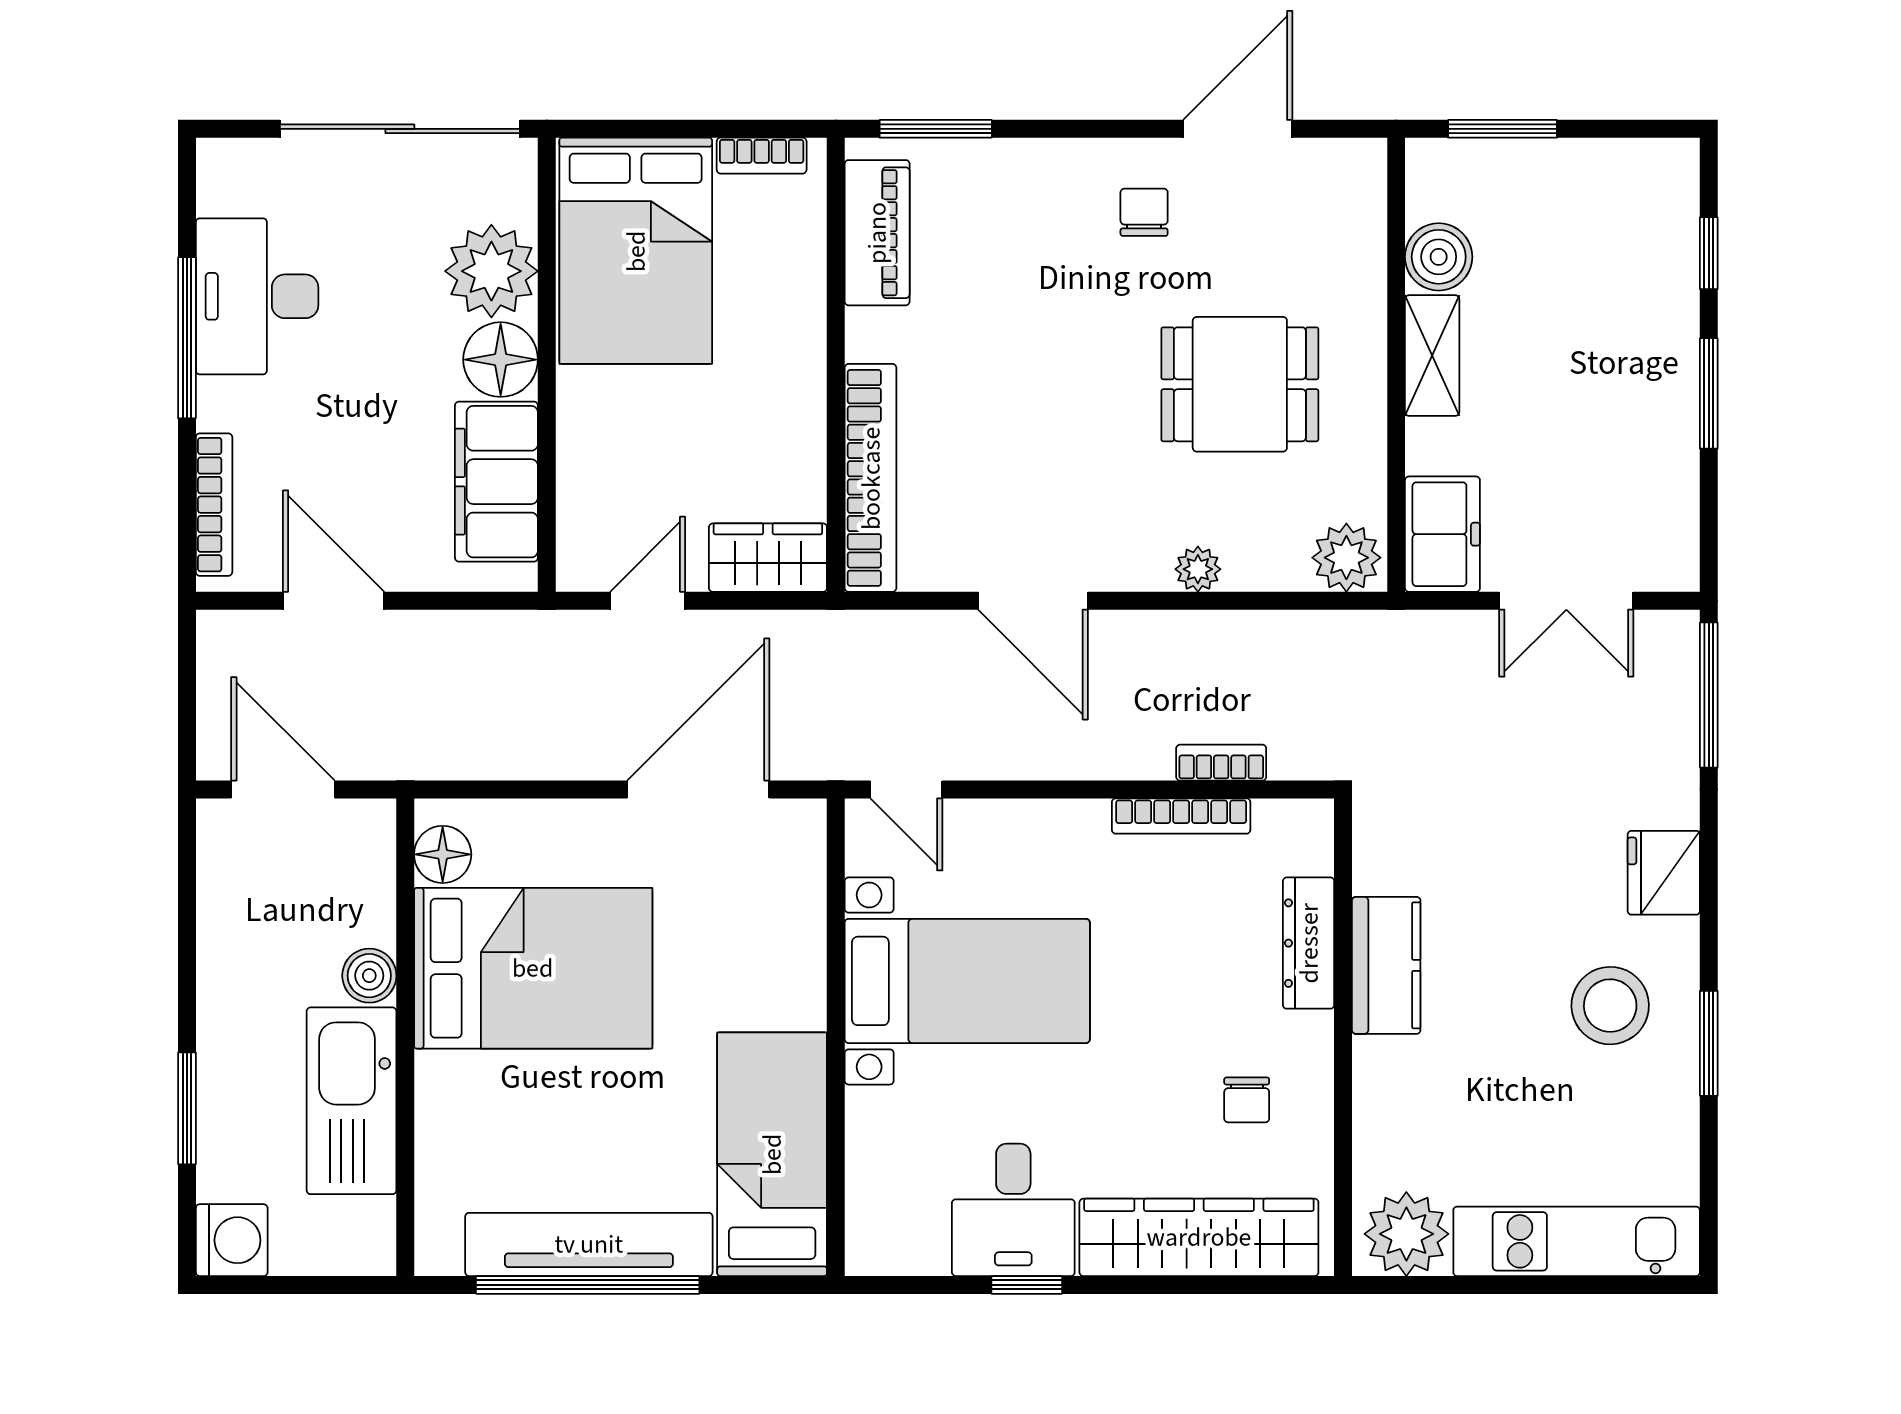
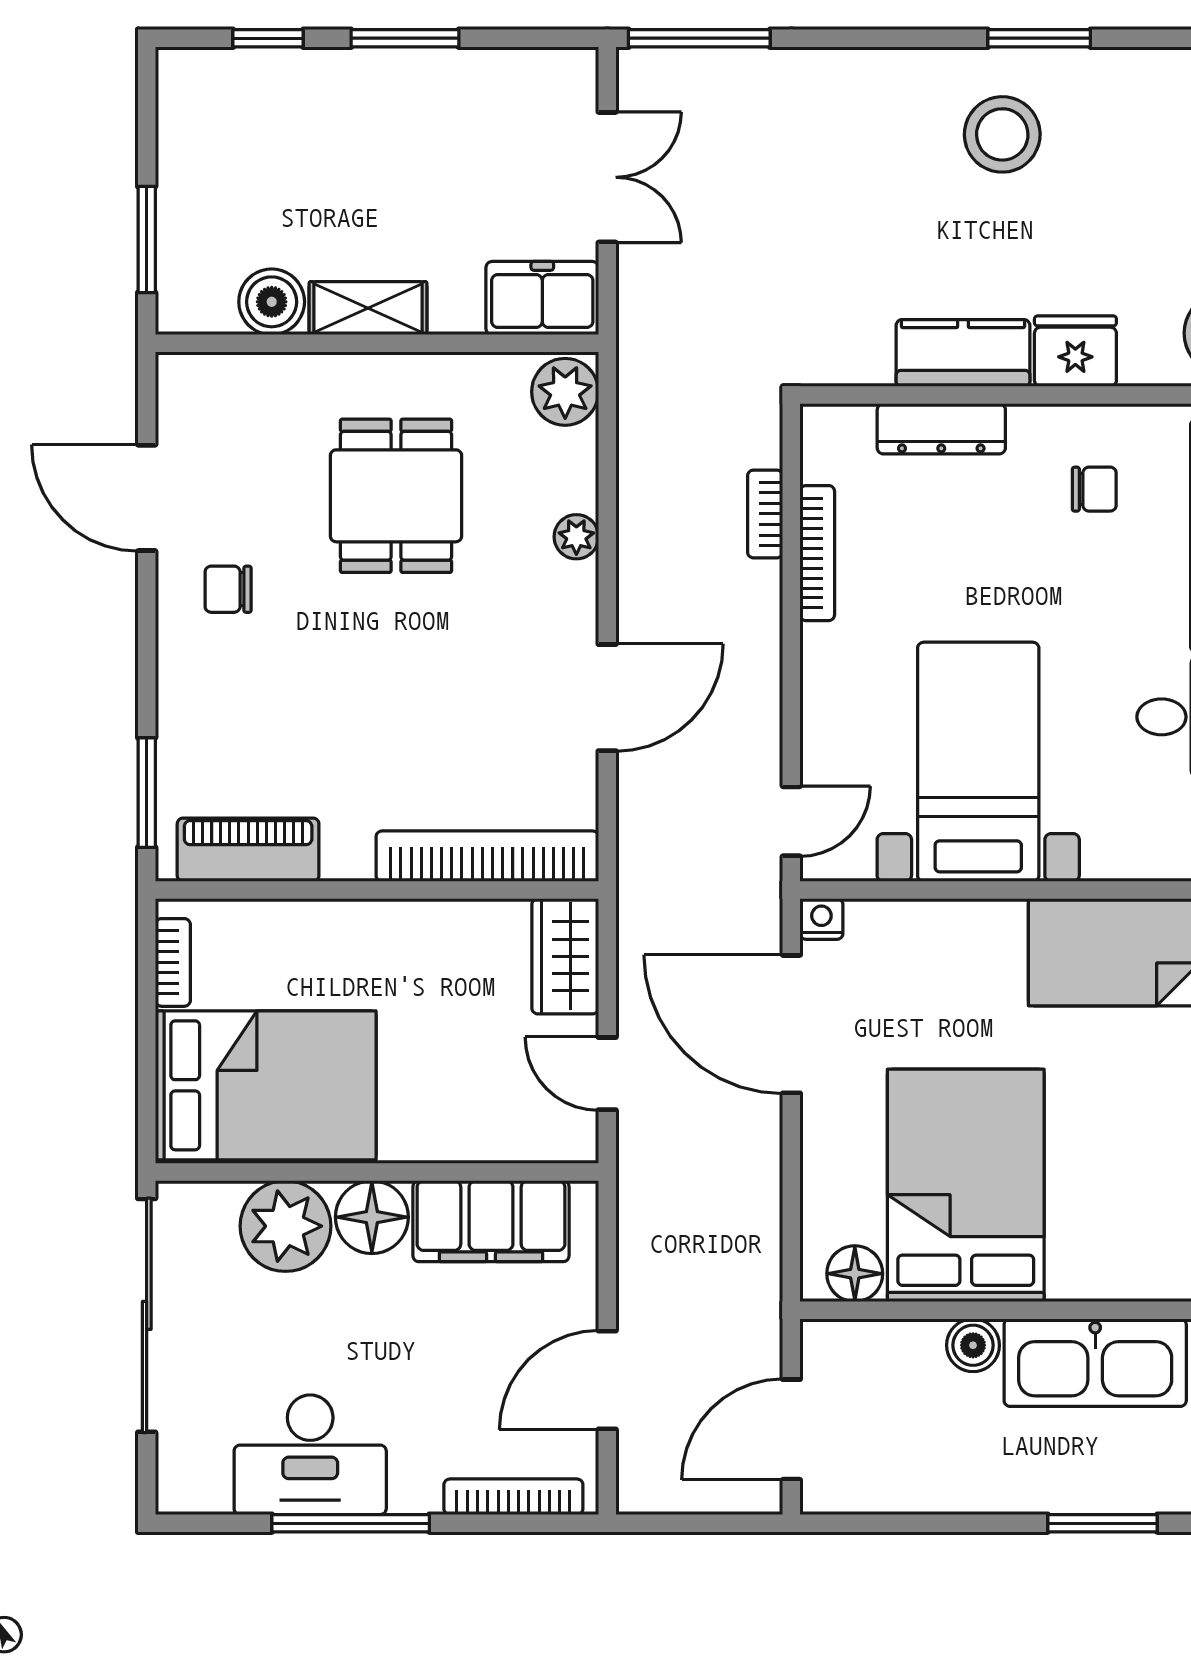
nightstand: (806, 820) -> (821, 919), added
fridge: (1664, 873) -> (1075, 351), moved, turned 180

